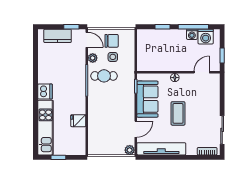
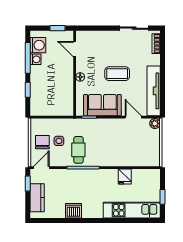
plant: (93, 58) -> (60, 162), removed
dishwasher: (45, 92) -> (73, 211), moved

